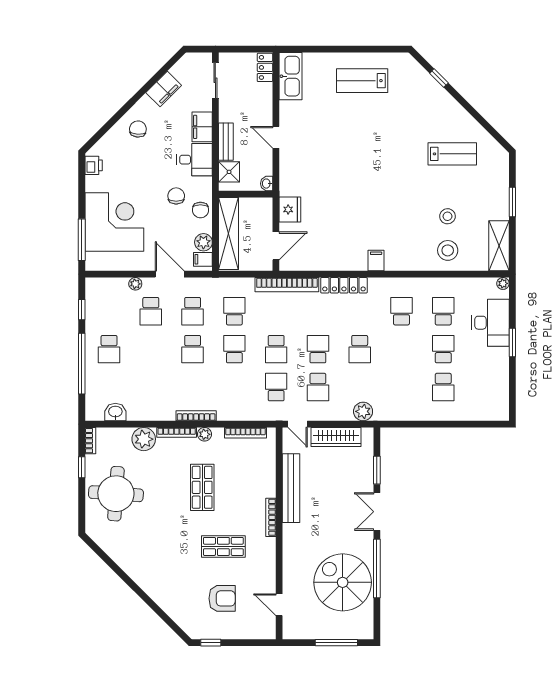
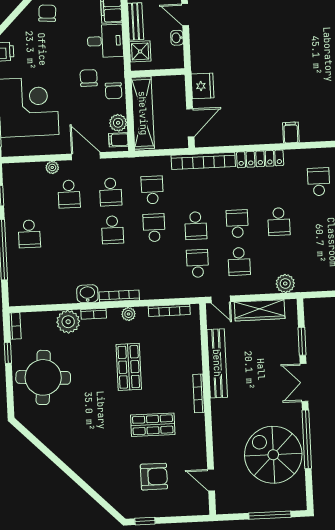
washbasin: (267, 184) -> (177, 38), moved
washbasin: (115, 412) -> (87, 294), moved
bookcase: (177, 432) -> (94, 314), width x0.64

